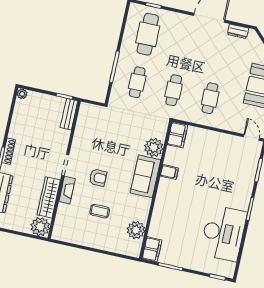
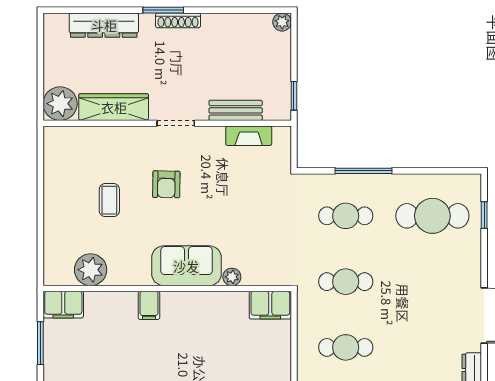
bench: (69, 114) -> (236, 110), moved
plant: (154, 147) -> (232, 277), width x0.53, depth x0.53
filing cabinet: (169, 172) -> (149, 305), moved
fireplace: (67, 190) -> (249, 136), moved

